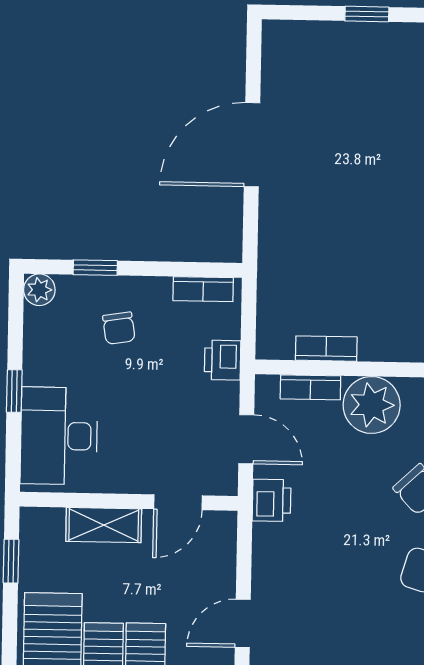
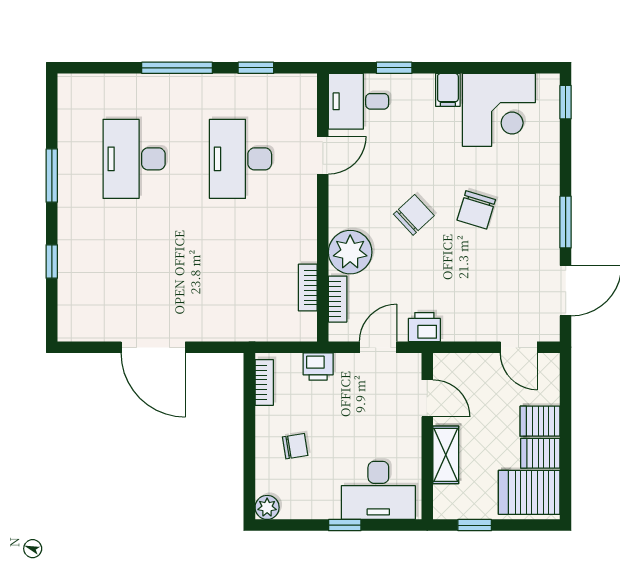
window: (95, 268) -> (249, 465), removed

